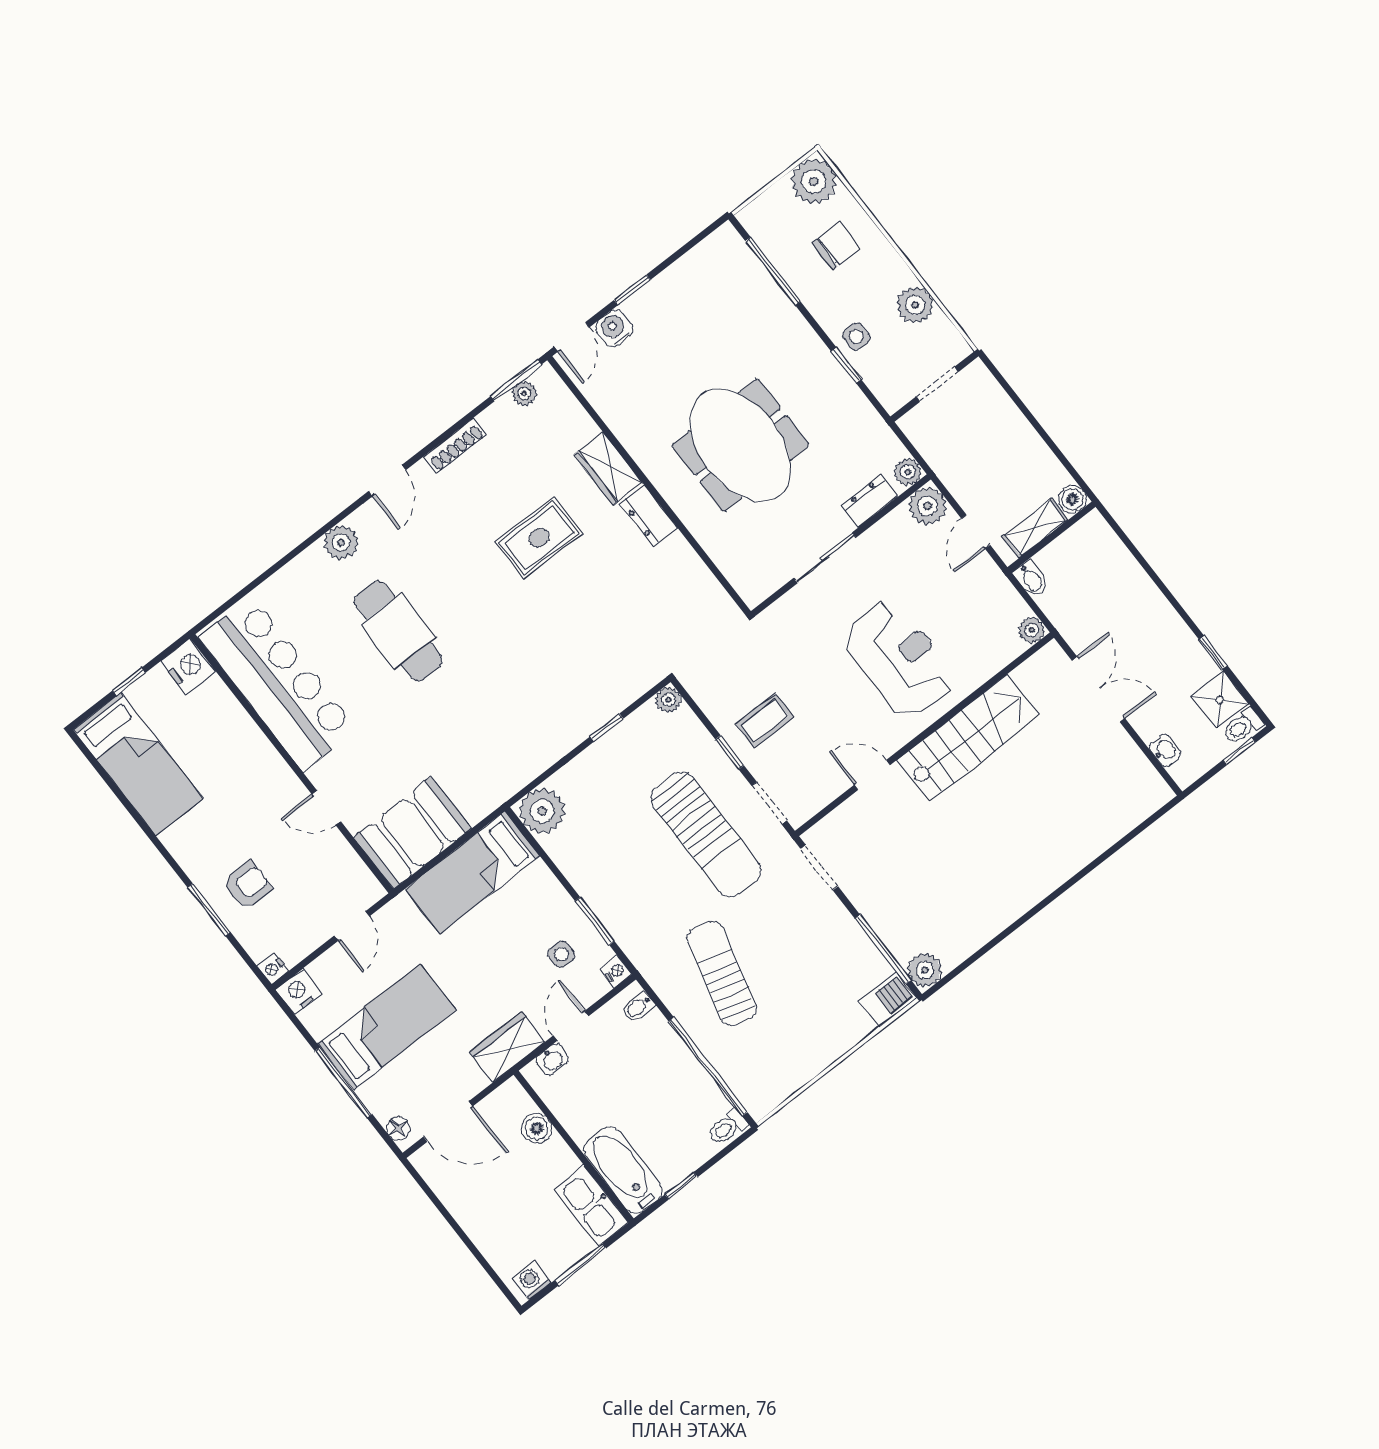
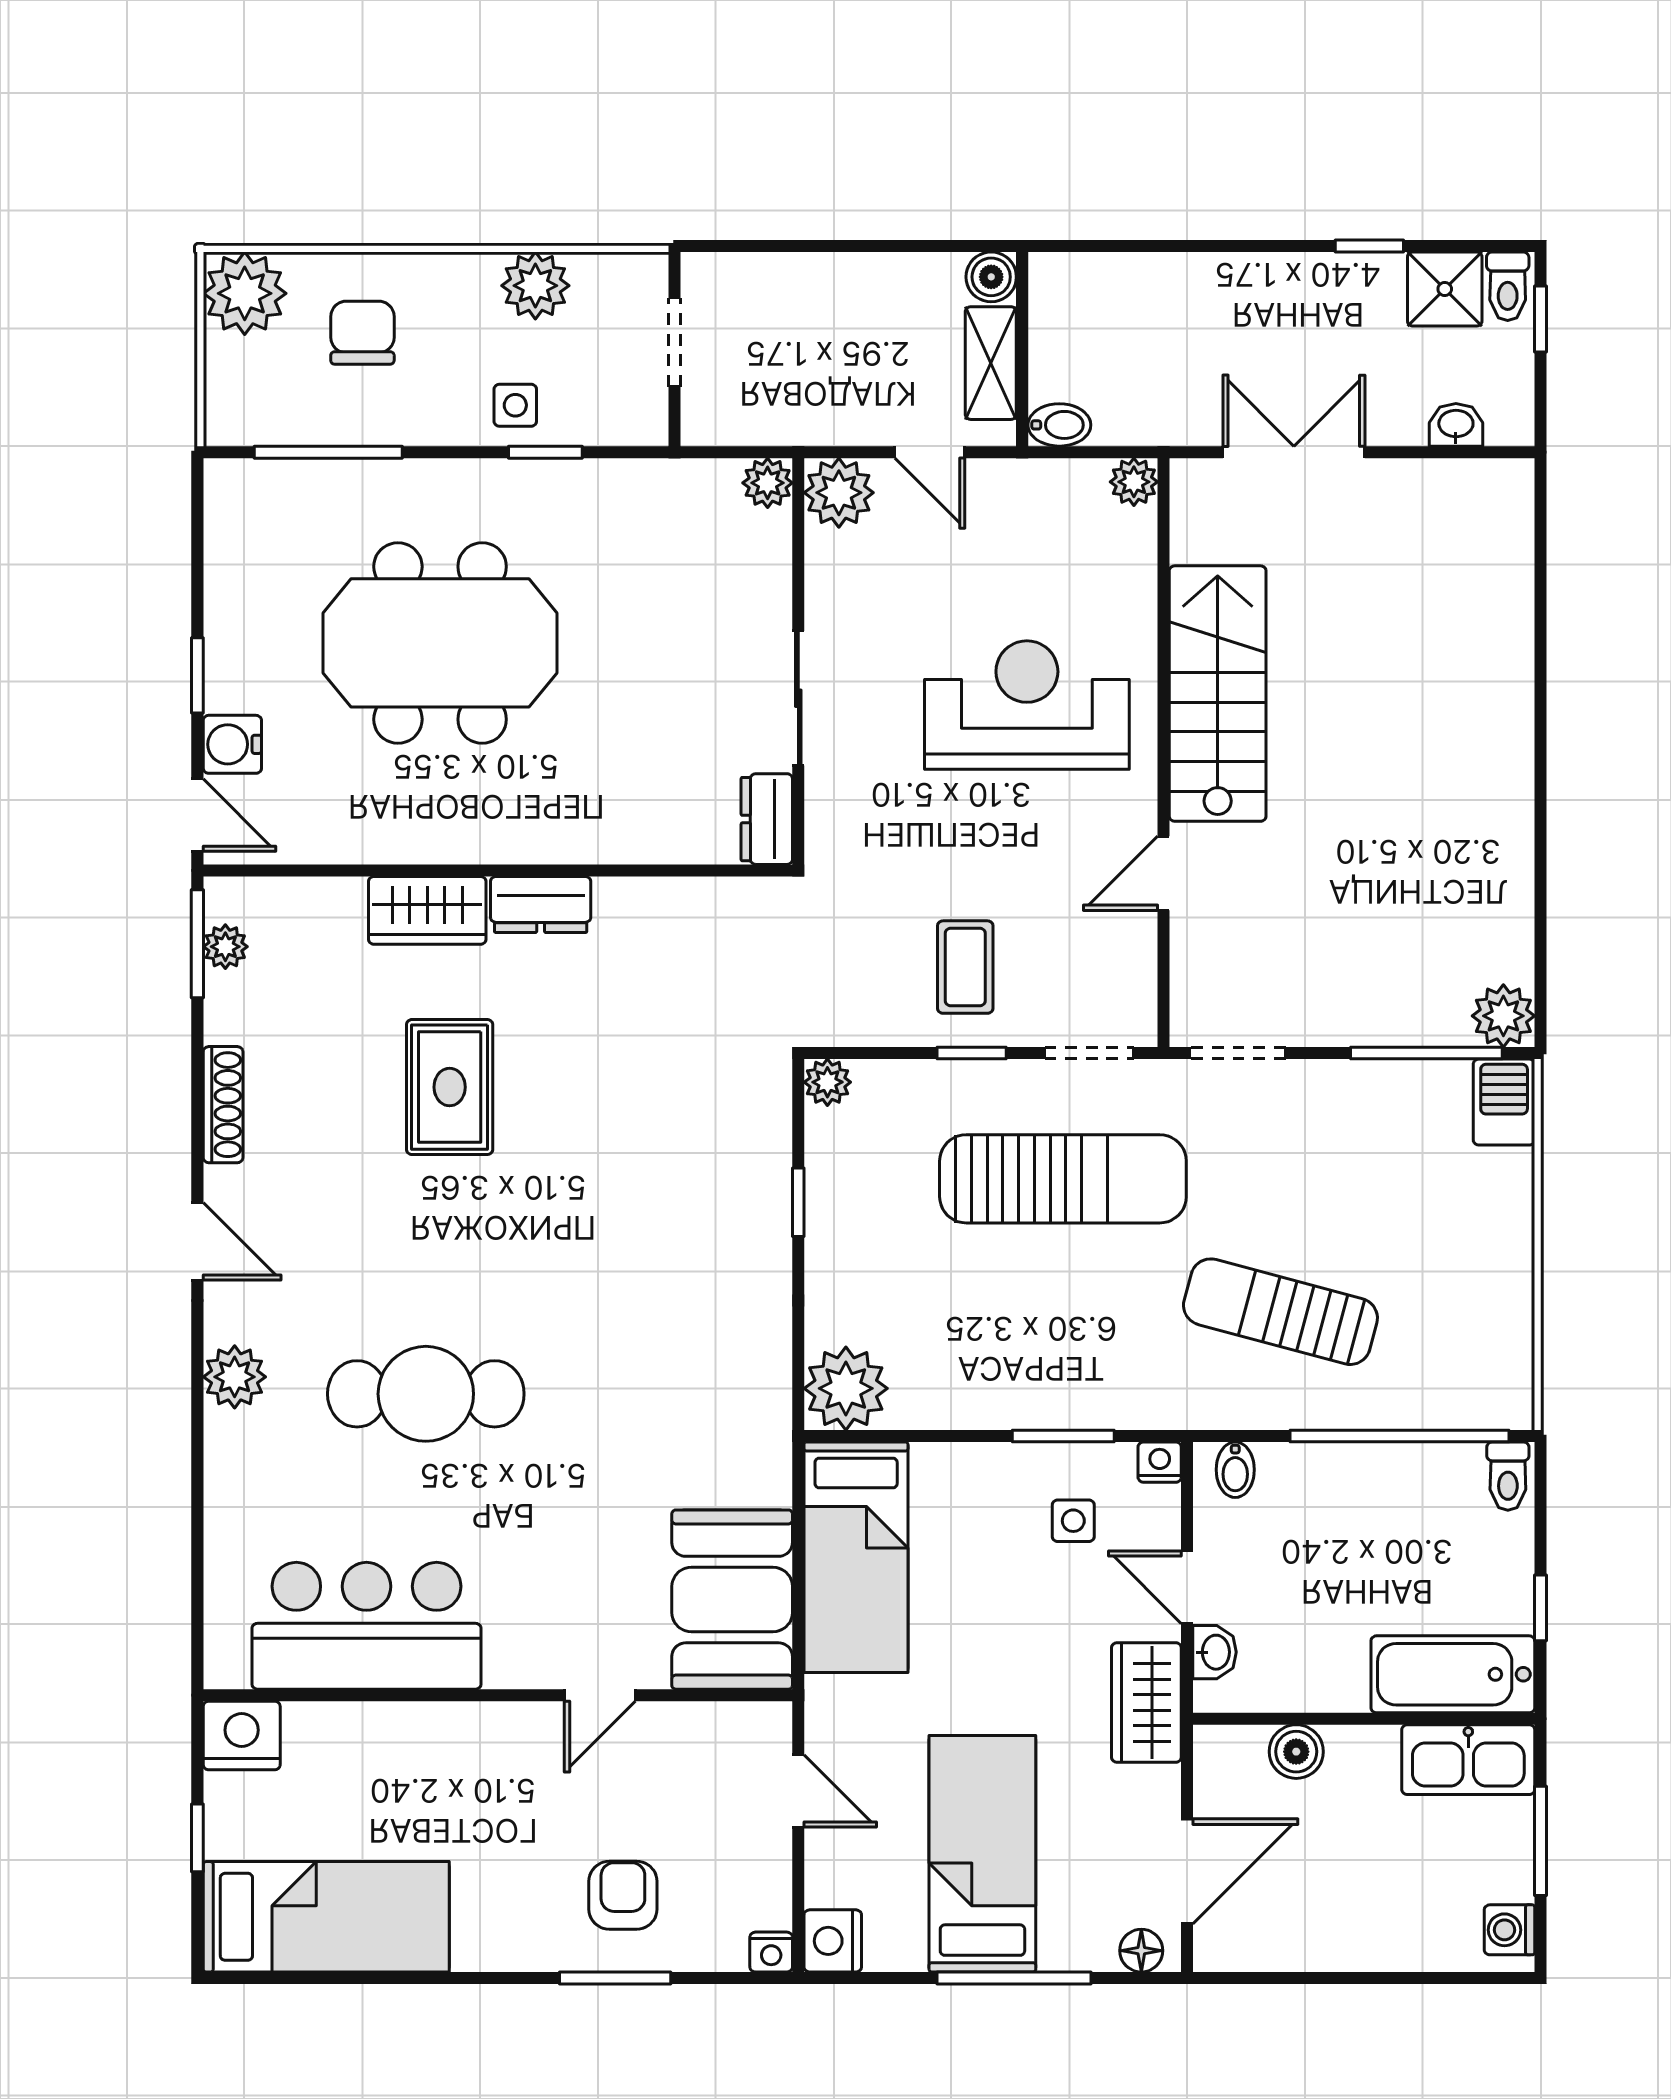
meeting table: (740, 445) -> (440, 643), moved
dresser: (869, 501) -> (767, 819), moved
bar counter: (278, 683) -> (366, 1626), width x0.73

